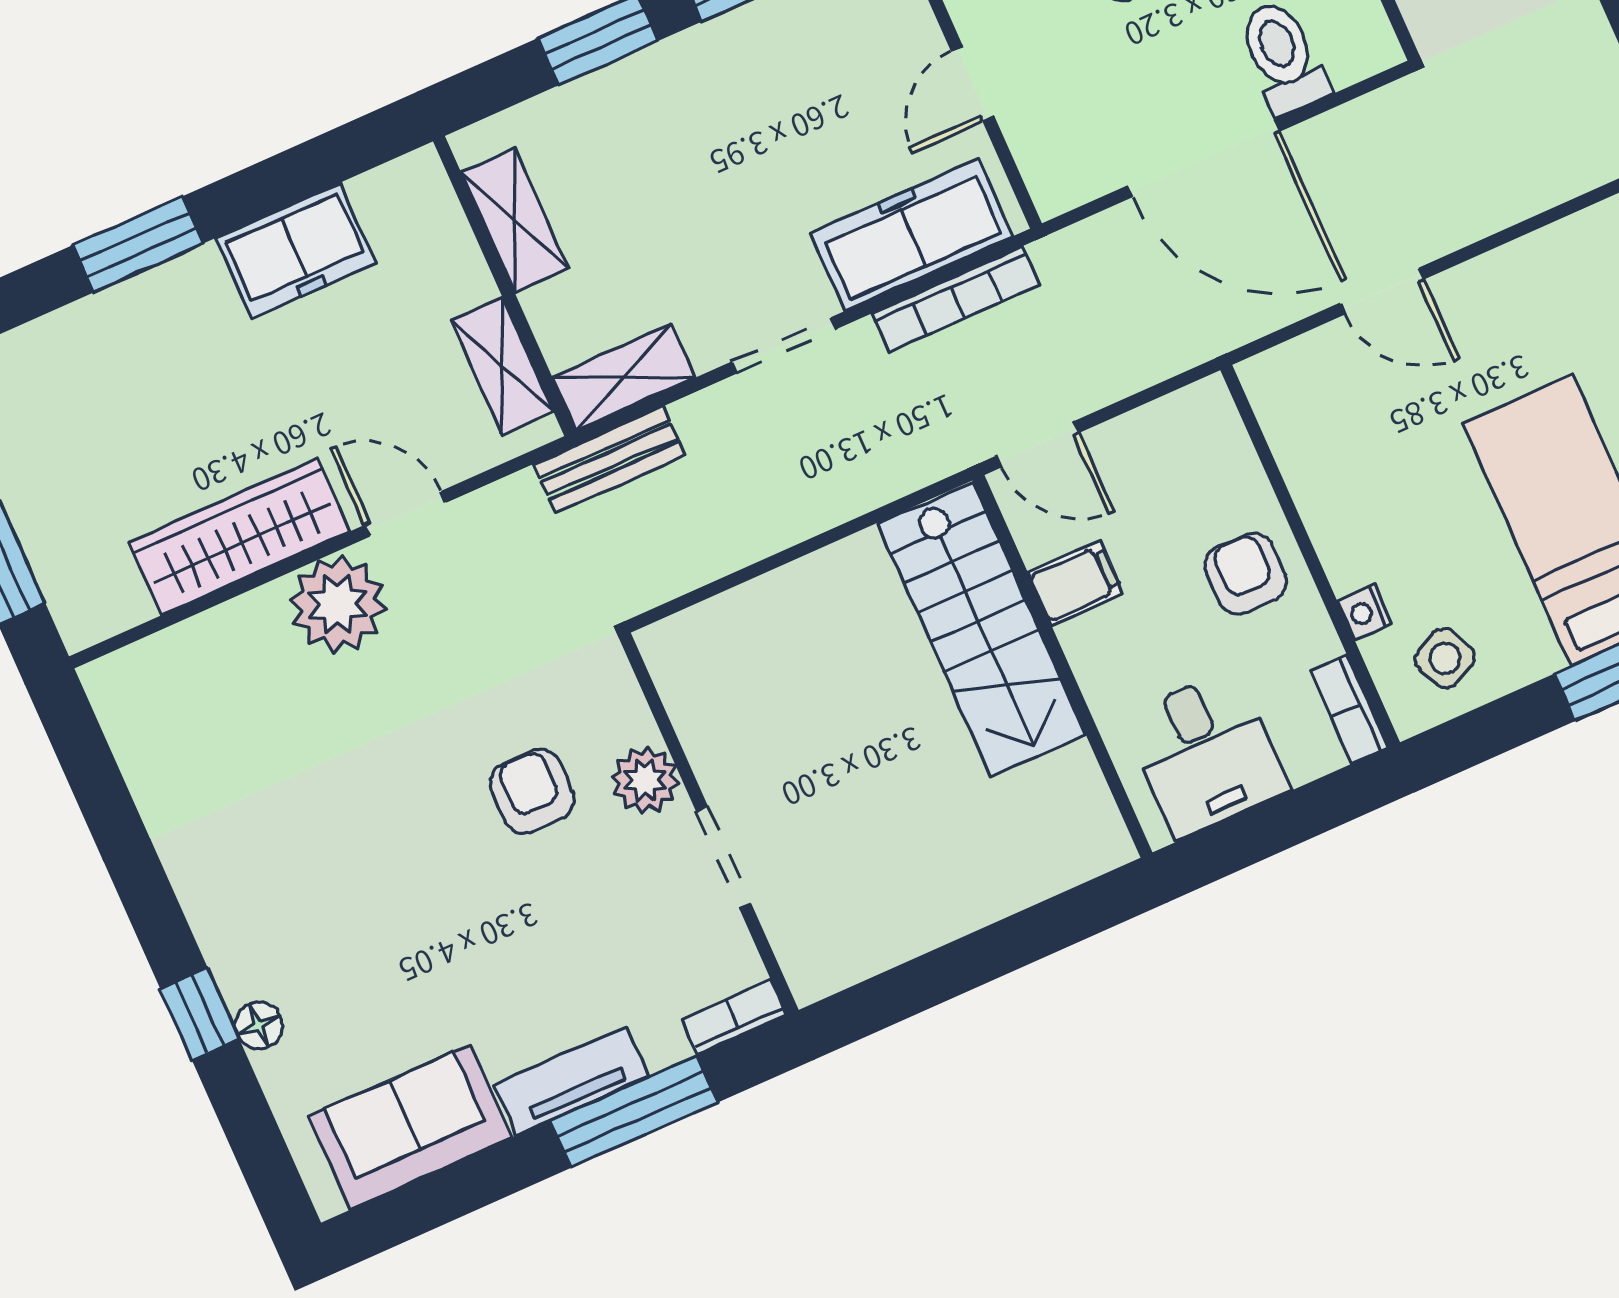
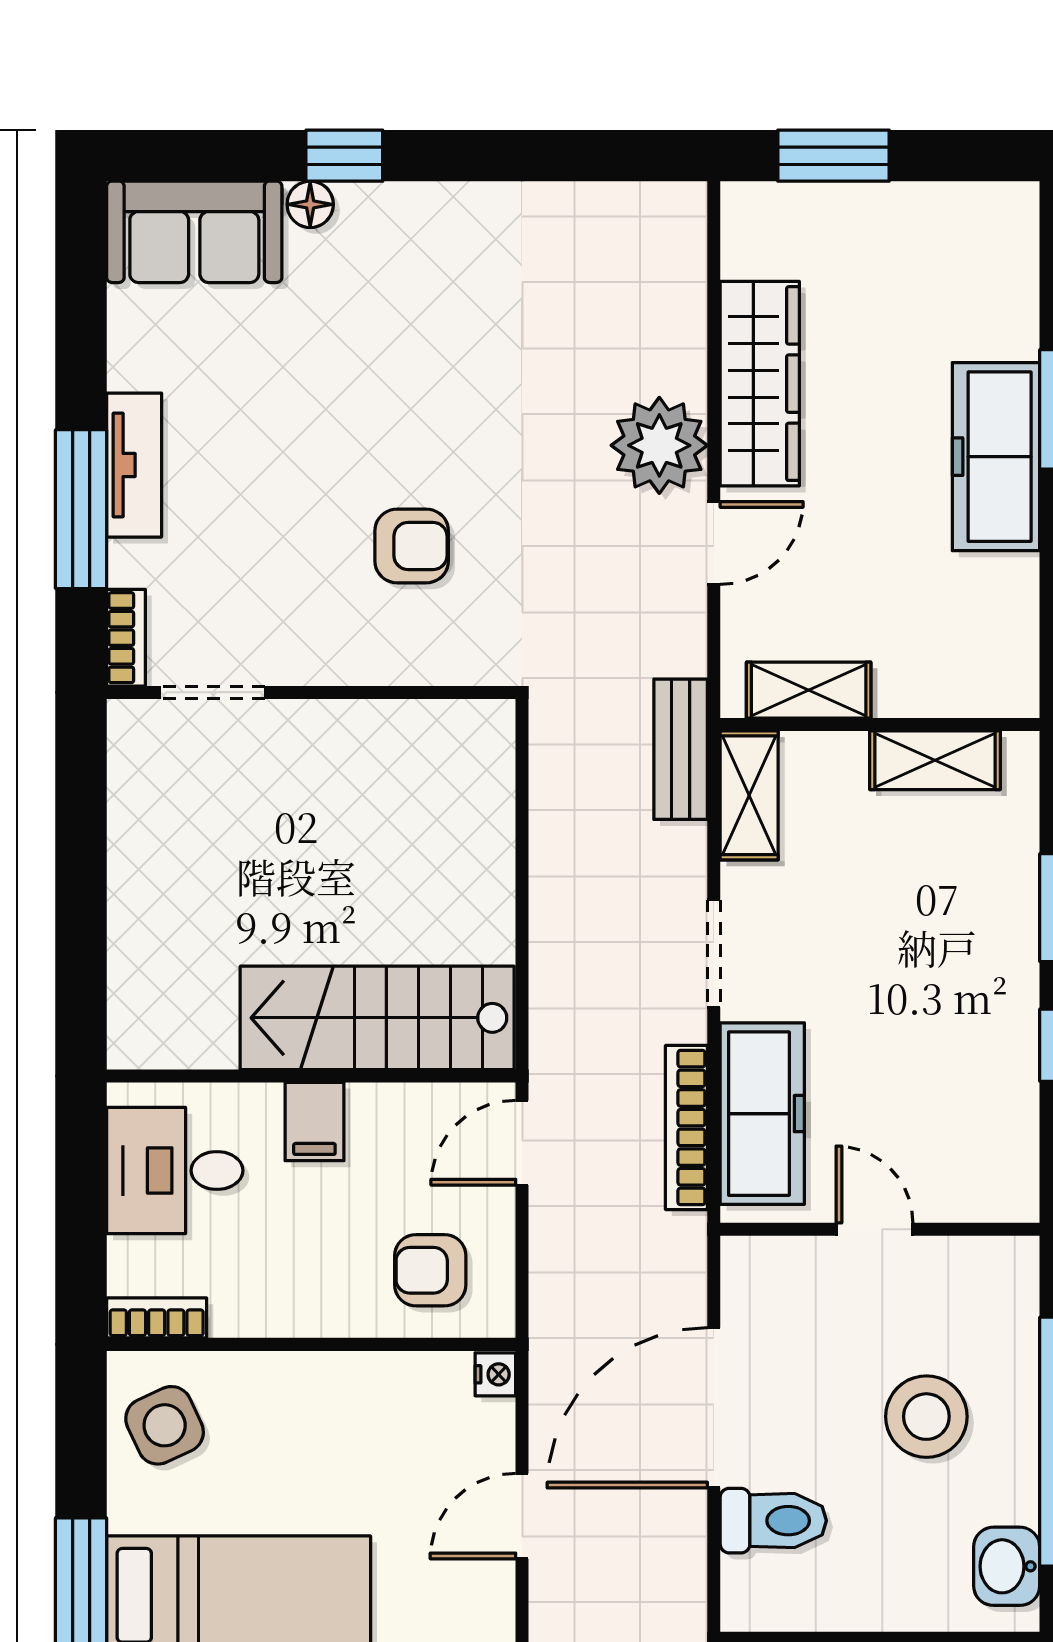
freezer: (296, 251) -> (996, 457), moved, width x1.40
armchair: (1246, 574) -> (430, 1270), moved, turned 180
filing cabinet: (1076, 583) -> (314, 1122), moved
nightstand: (1365, 612) -> (495, 1374), moved, turned 90
side table: (1445, 658) -> (165, 1425), width x1.37, depth x1.37
plant: (645, 780) -> (376, 653), removed
doorway: (723, 857) -> (212, 692), moved
sofa: (410, 1127) -> (194, 232), moved, turned 90

